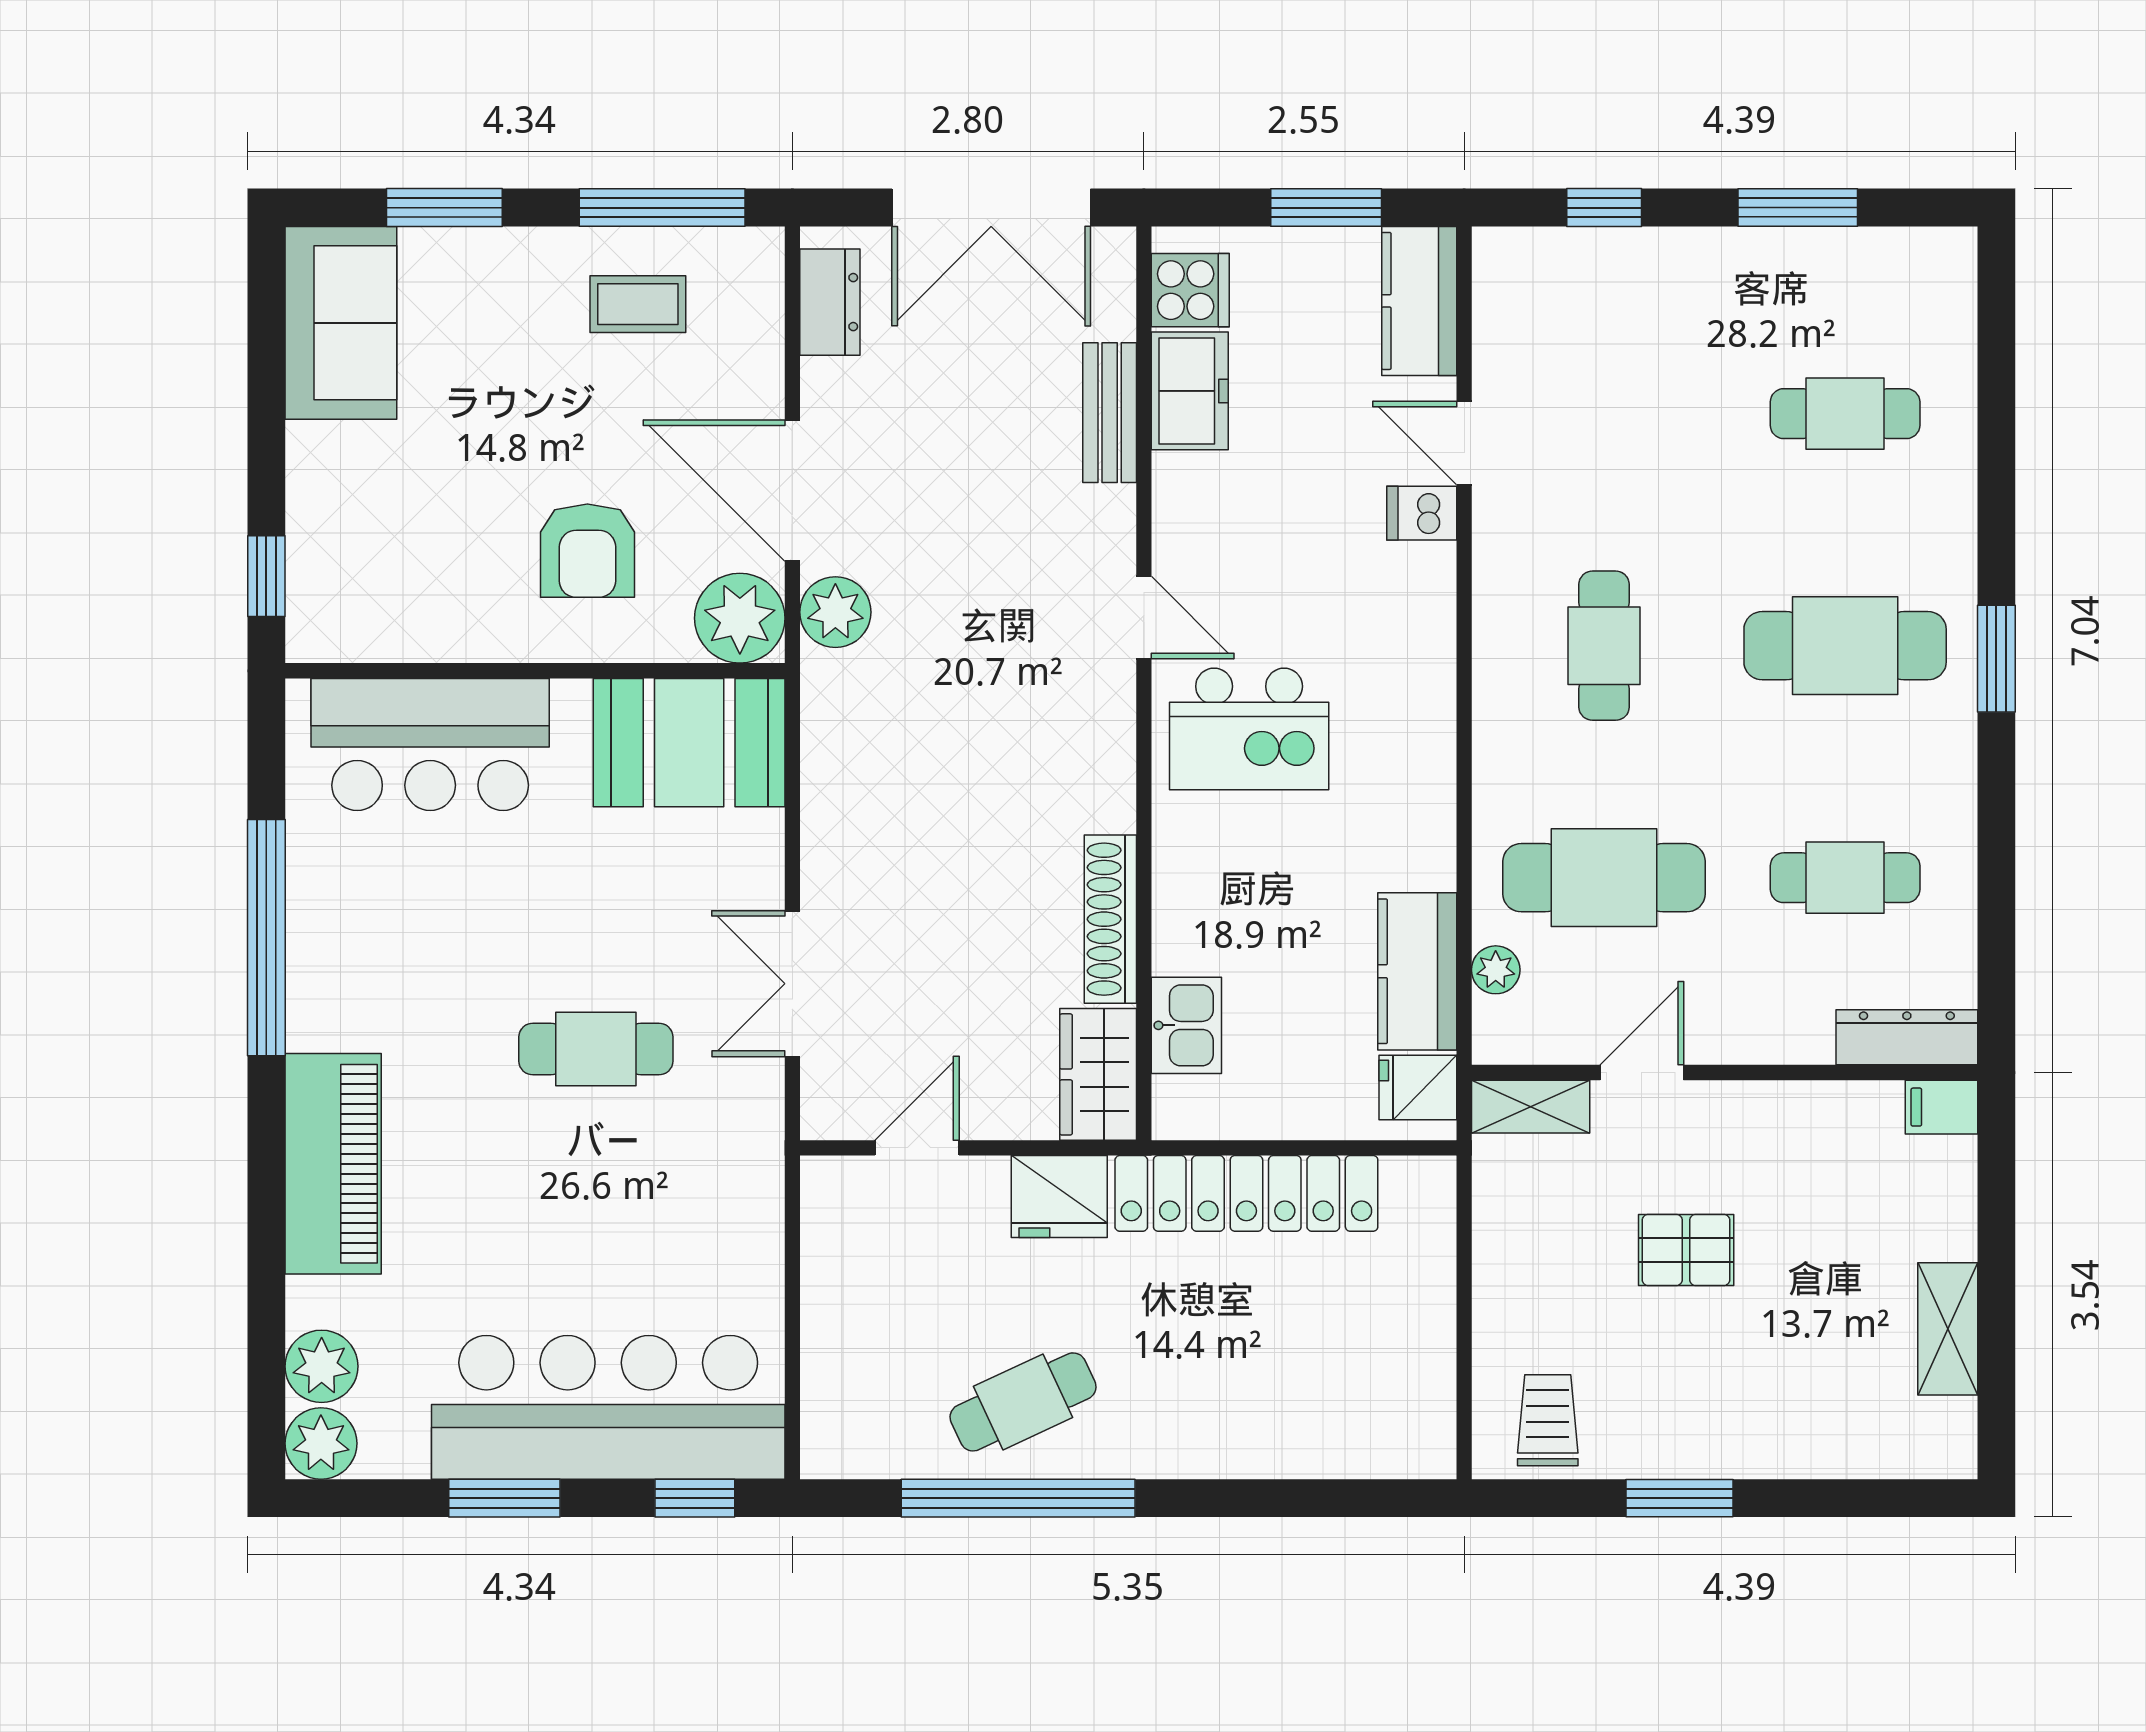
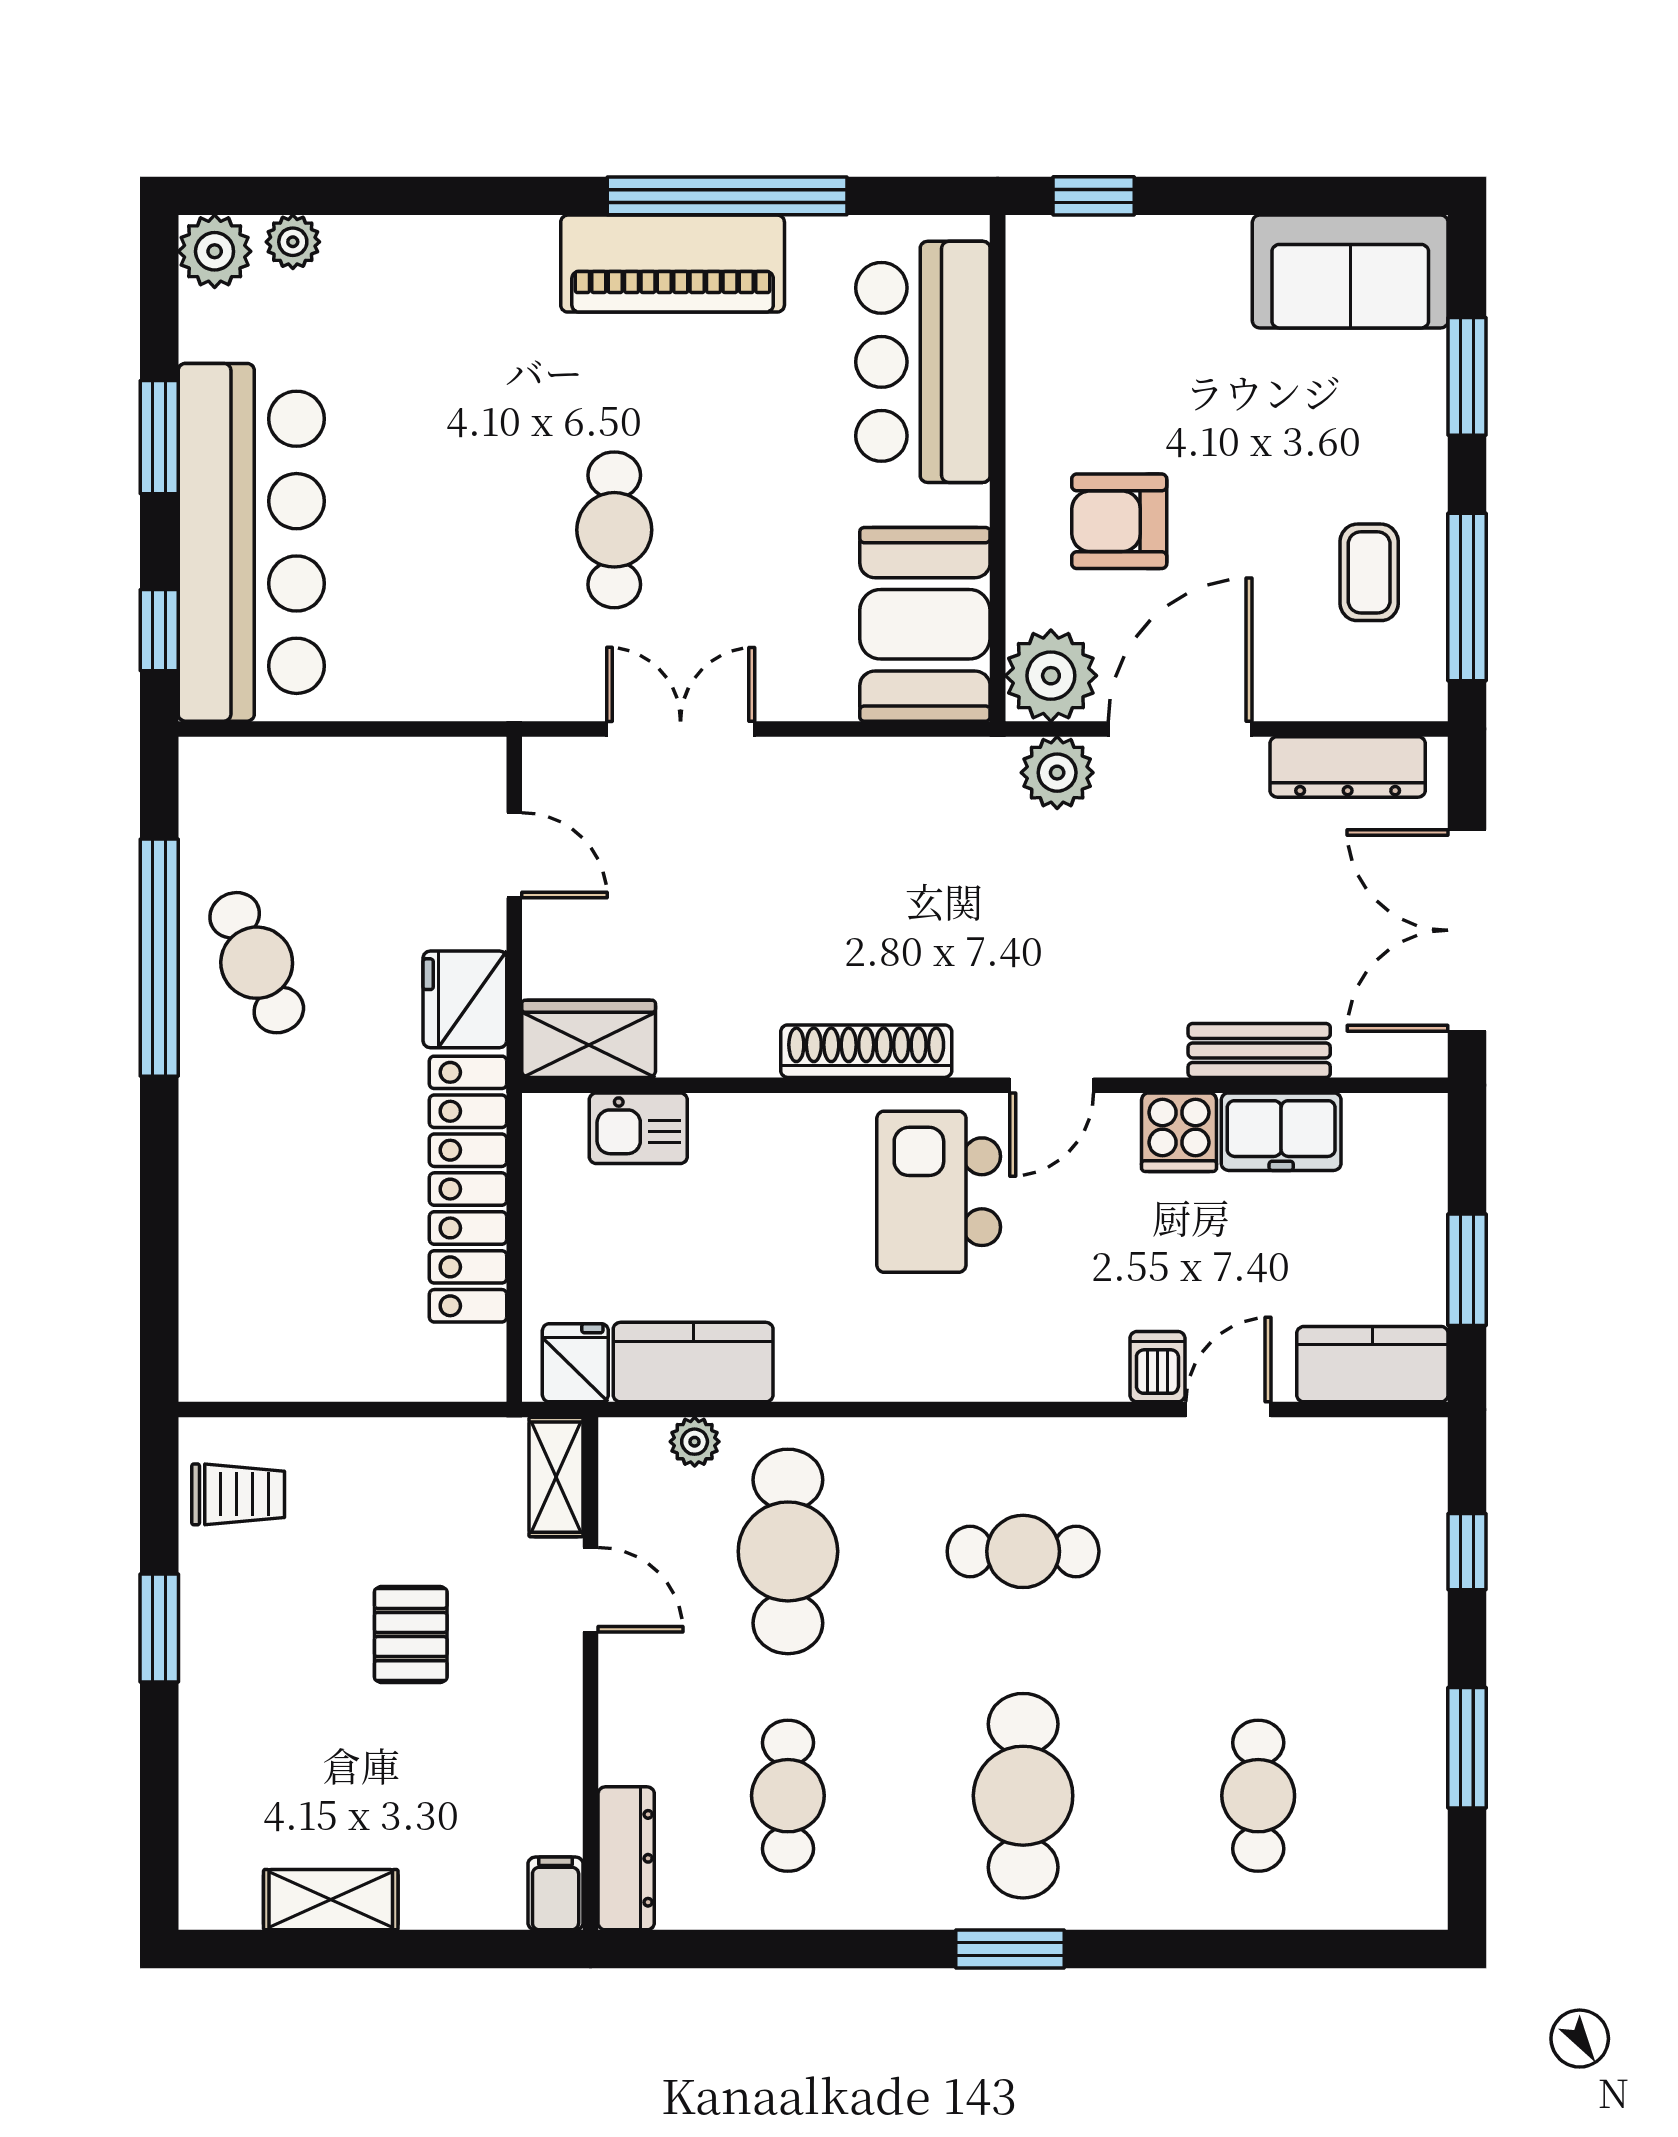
cooker: (1190, 290) -> (1179, 1132), moved
dresser: (830, 302) -> (1348, 767), width x1.44
shoe rack: (1110, 919) -> (866, 1051), moved
piano: (333, 1164) -> (673, 264), moved
plant: (322, 1366) -> (293, 242), width x0.73, depth x0.73

